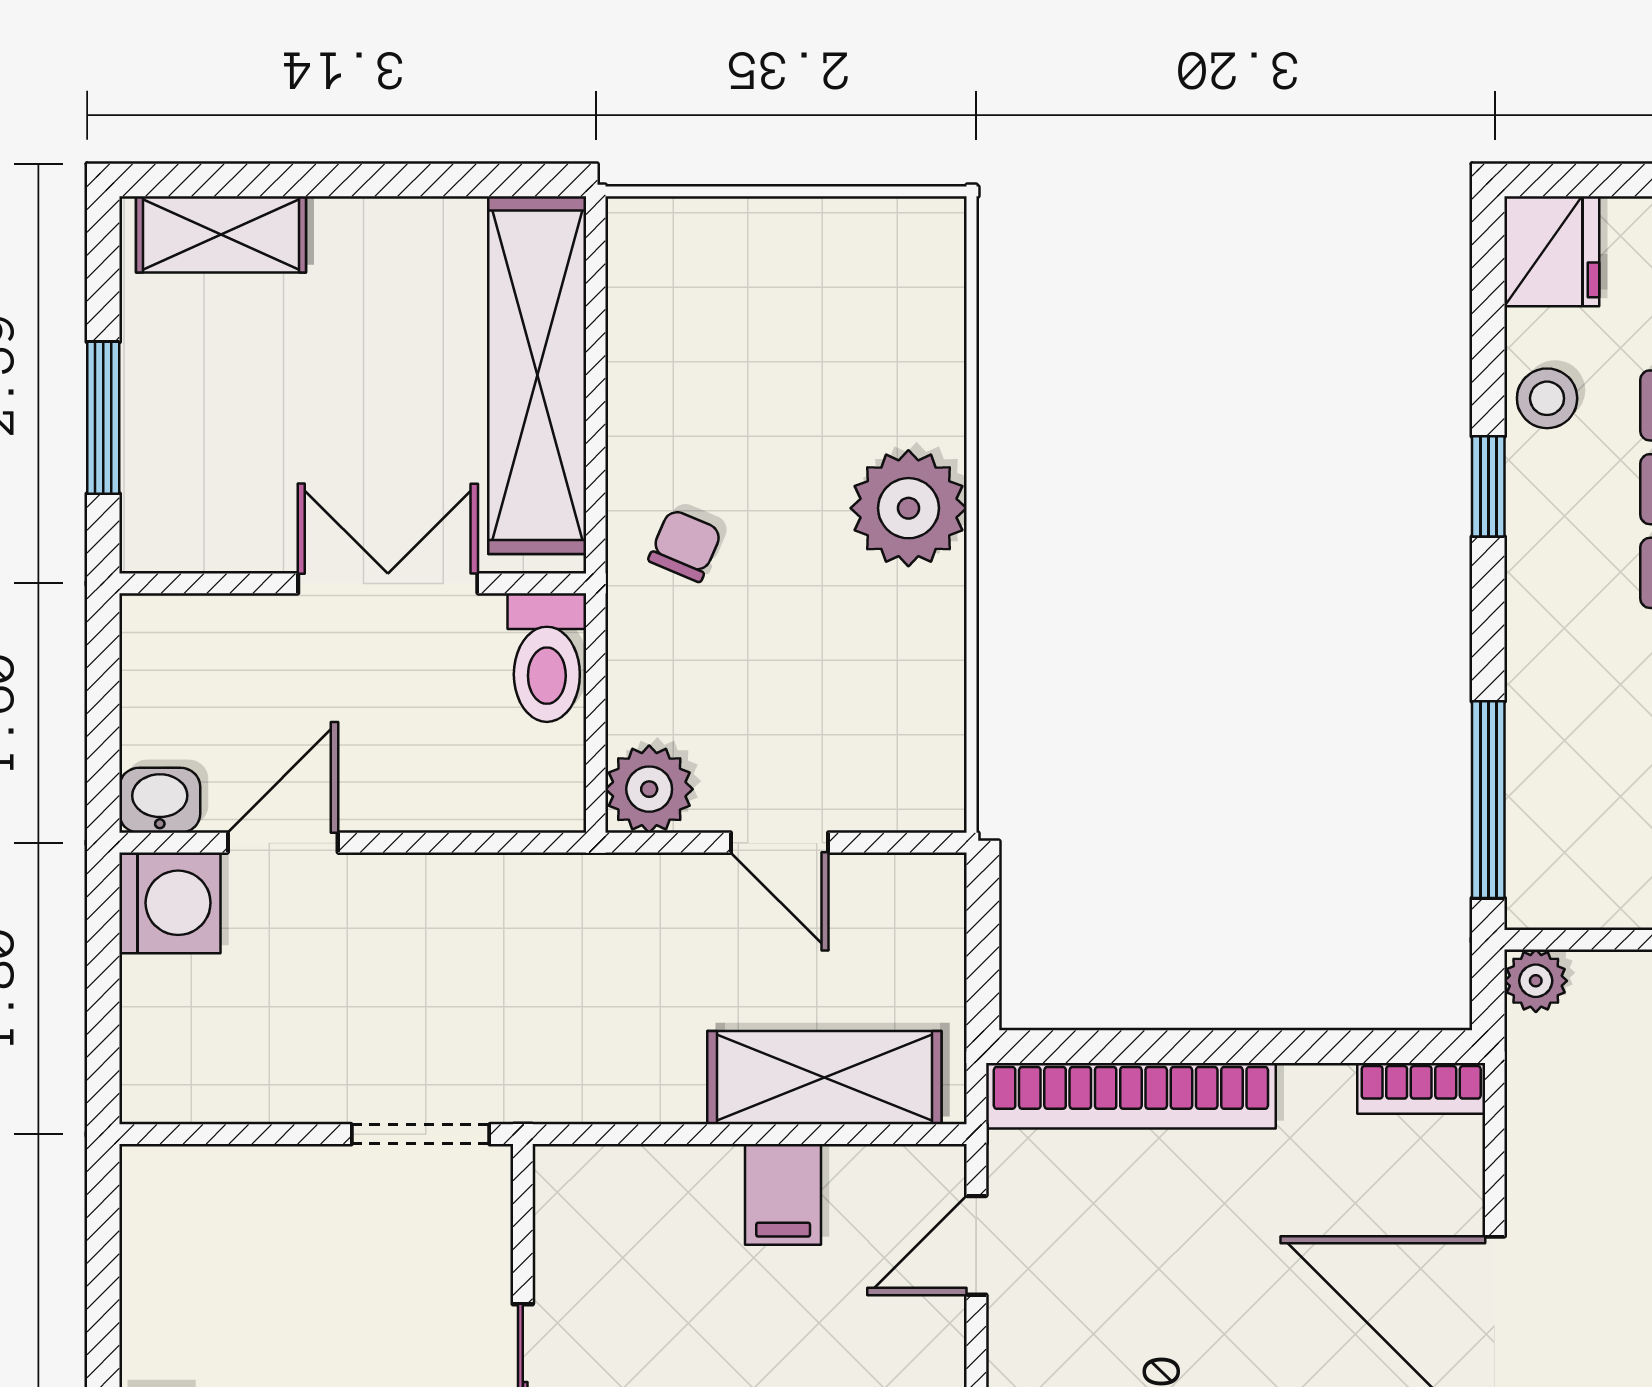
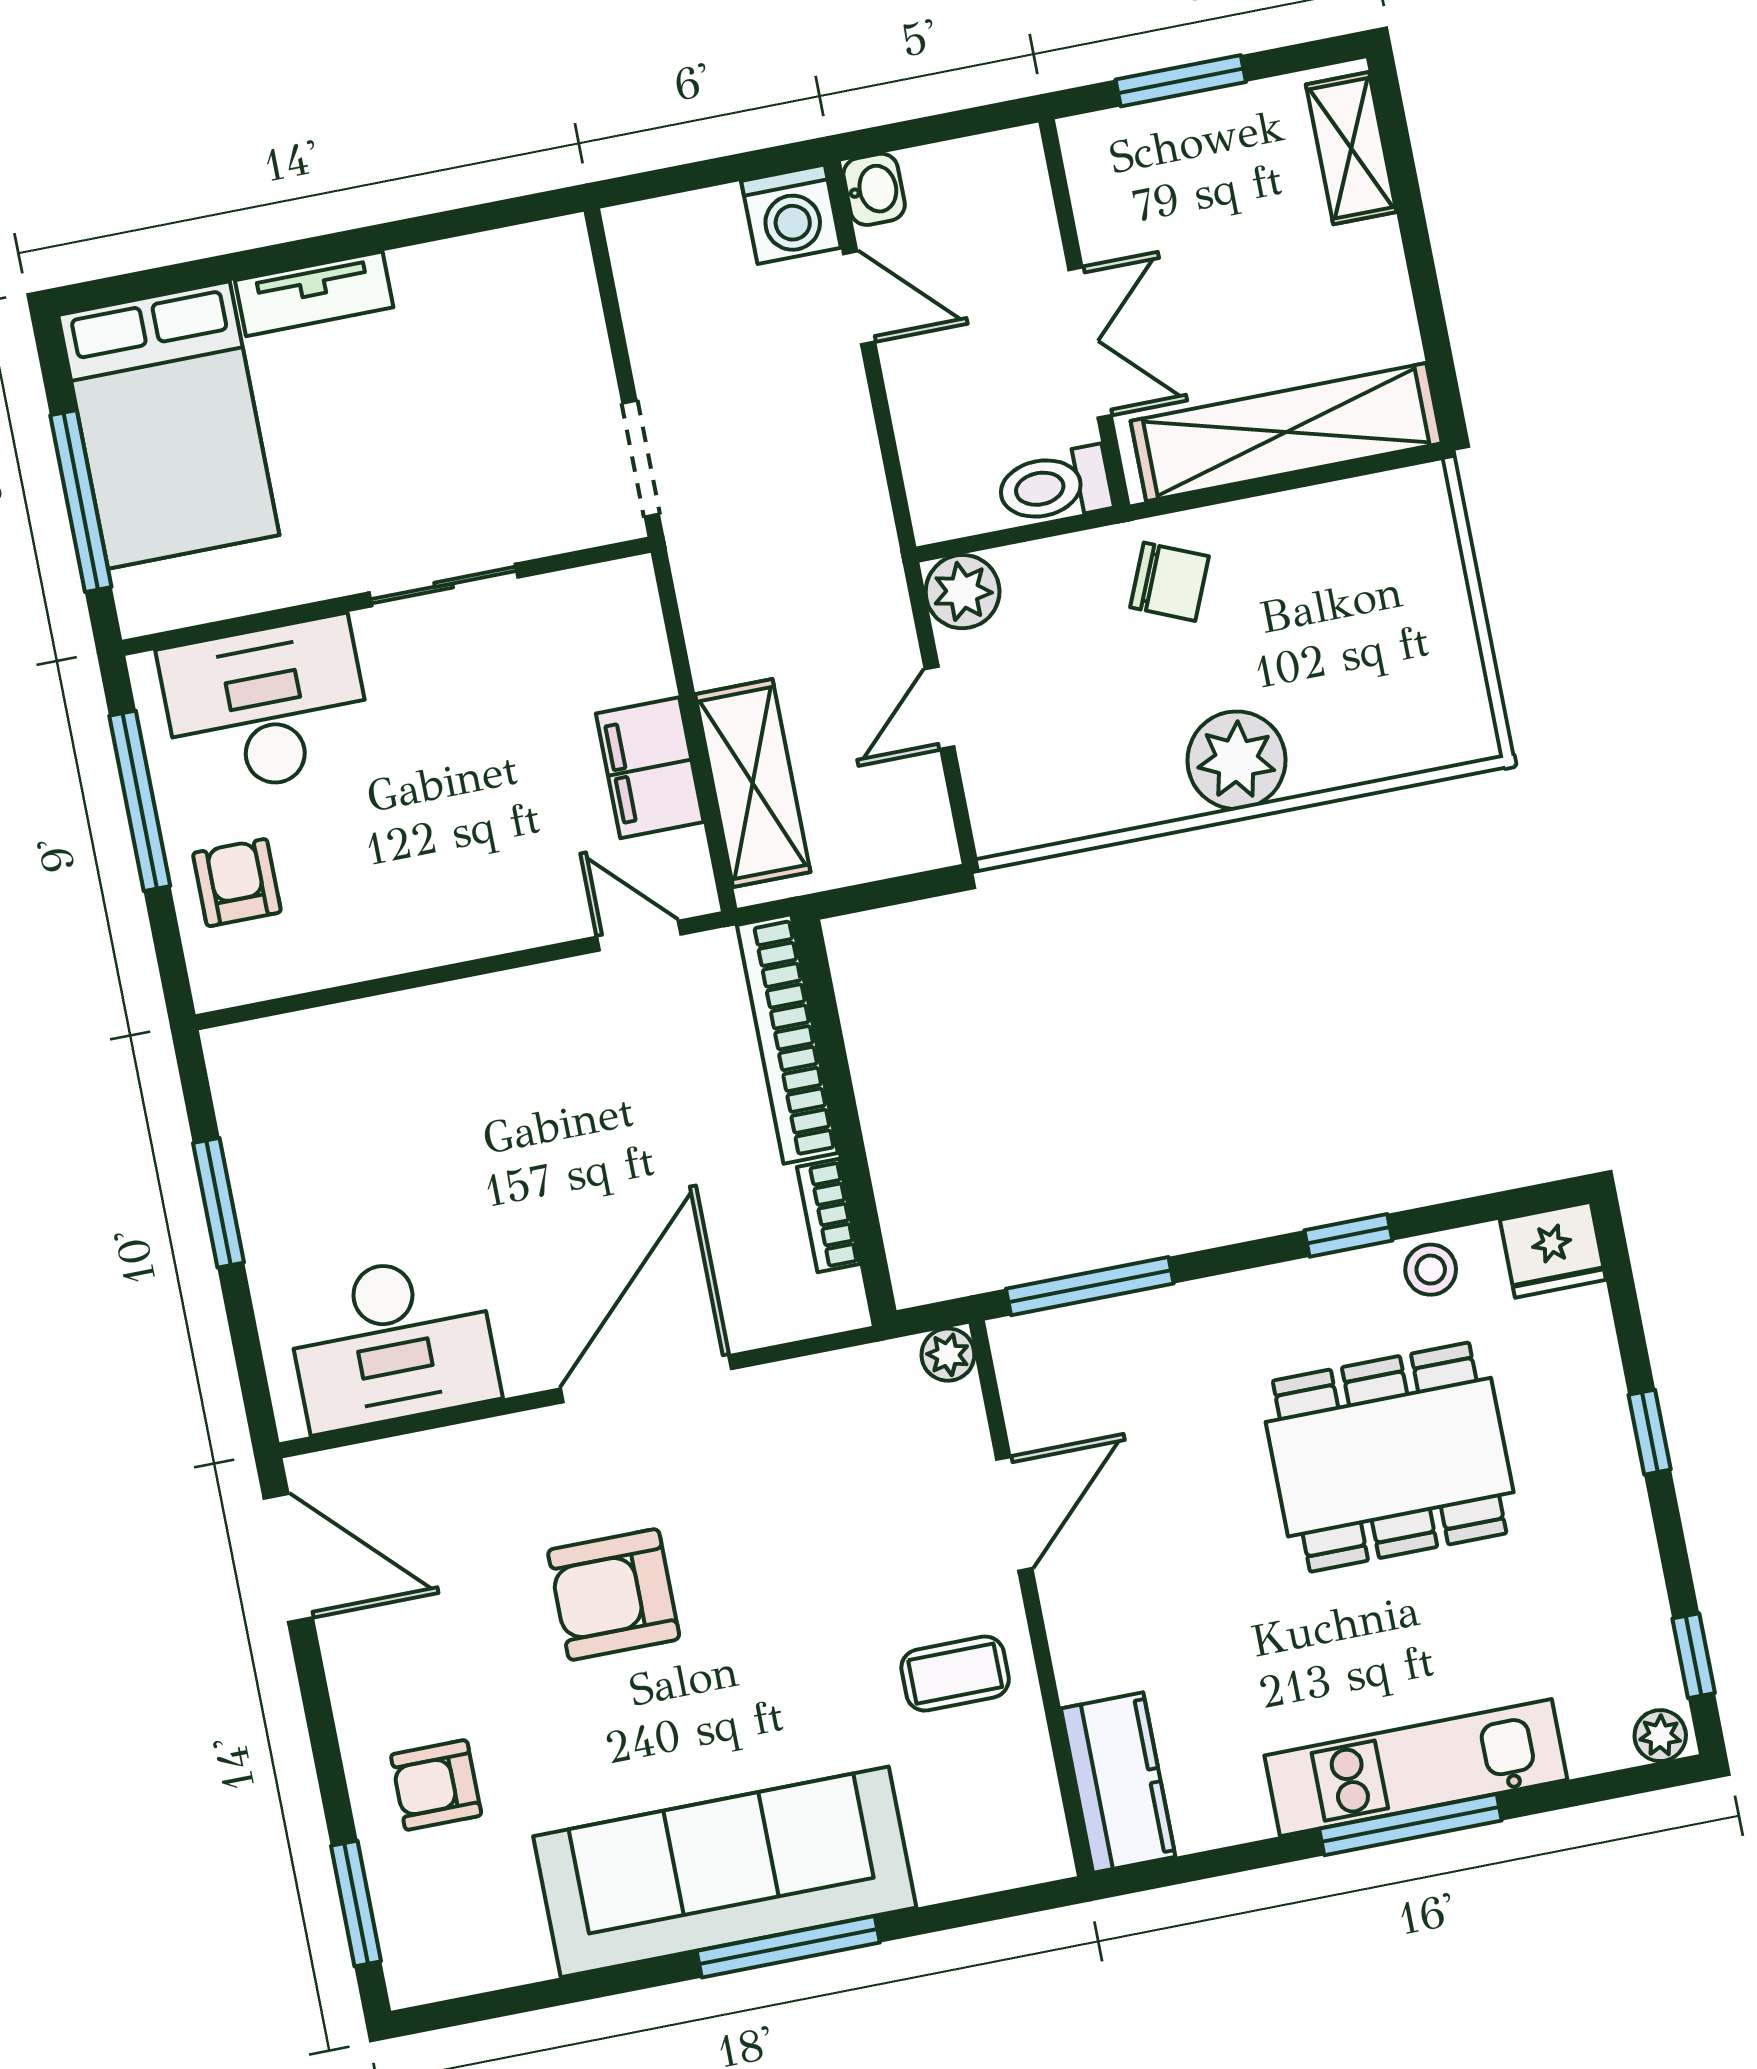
chair: (685, 546) -> (1169, 582), width x1.37, depth x1.37
bookcase: (1421, 1088) -> (828, 1215), moved
filing cabinet: (783, 1194) -> (650, 768), width x2.00

